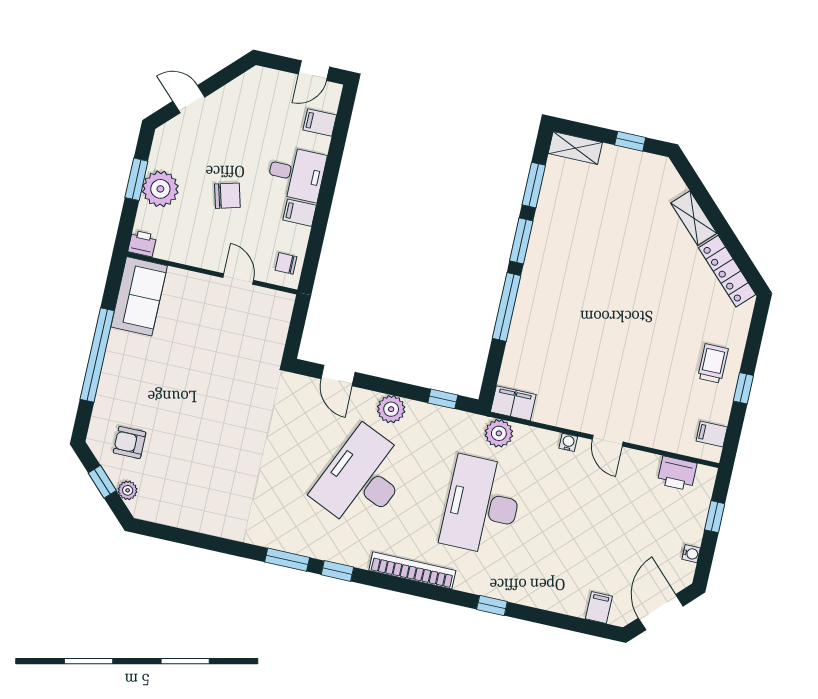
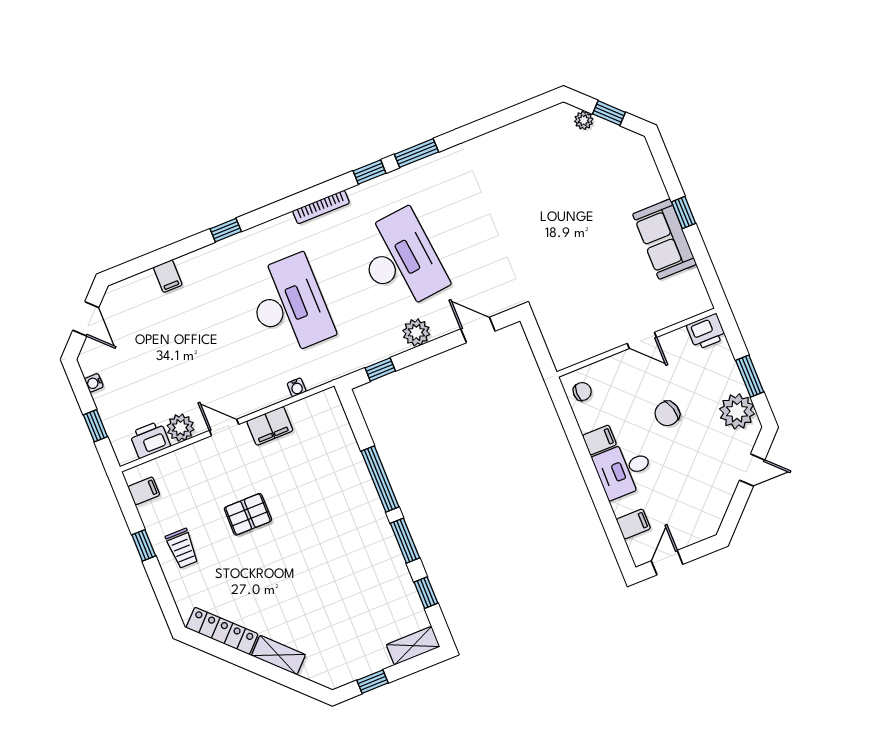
window: (534, 185) -> (426, 593), width x0.67
plant: (160, 189) -> (737, 411), moved
printer: (142, 243) -> (706, 332), width x1.36, depth x1.24
door: (238, 279) -> (642, 340), moved
sofa: (139, 296) -> (665, 239), moved
pallet: (638, 354) -> (248, 514), added
window: (97, 355) -> (684, 213), width x0.32
filing cabinet: (513, 403) -> (270, 426), moved
plant: (499, 433) -> (180, 428), moved
armchair: (130, 442) -> (609, 160), removed
water cooler: (568, 442) -> (297, 387), moved
desk: (362, 479) -> (401, 260), turned -30
bookcase: (412, 570) -> (321, 207), width x0.68, depth x0.76
filing cabinet: (599, 608) -> (168, 276), moved
door: (661, 612) -> (86, 319), width x0.73

